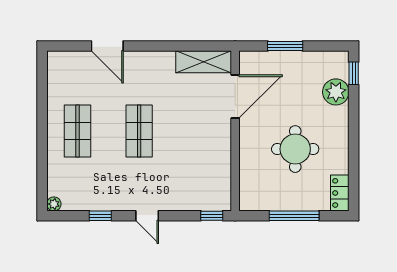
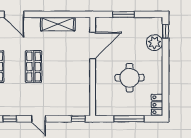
shelving: (204, 62) -> (58, 24), moved

